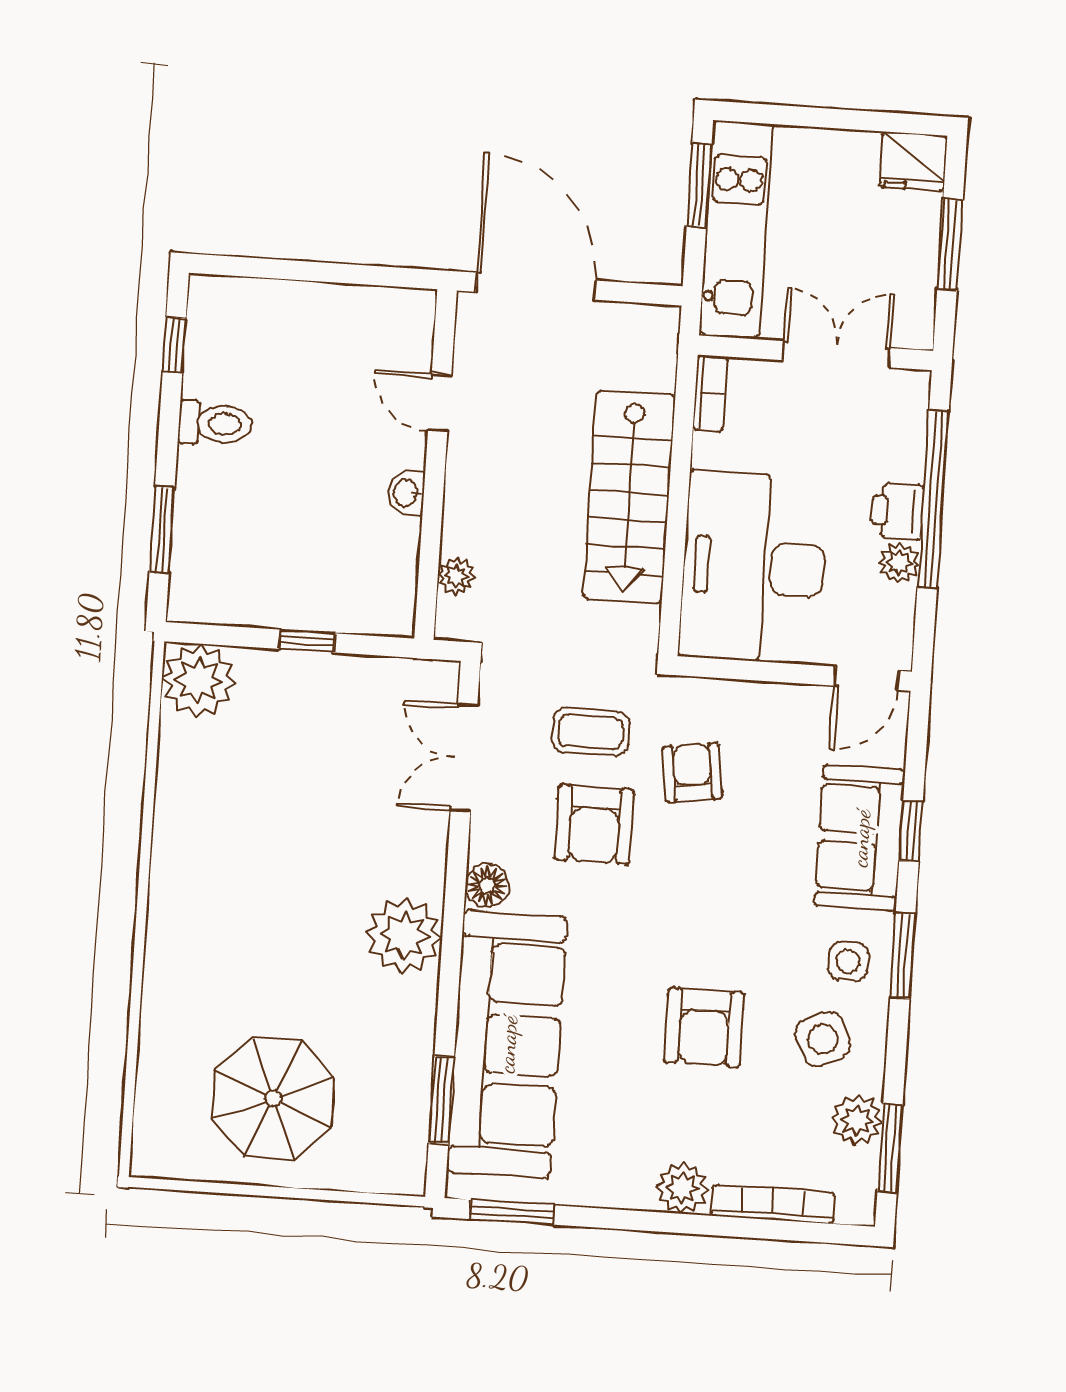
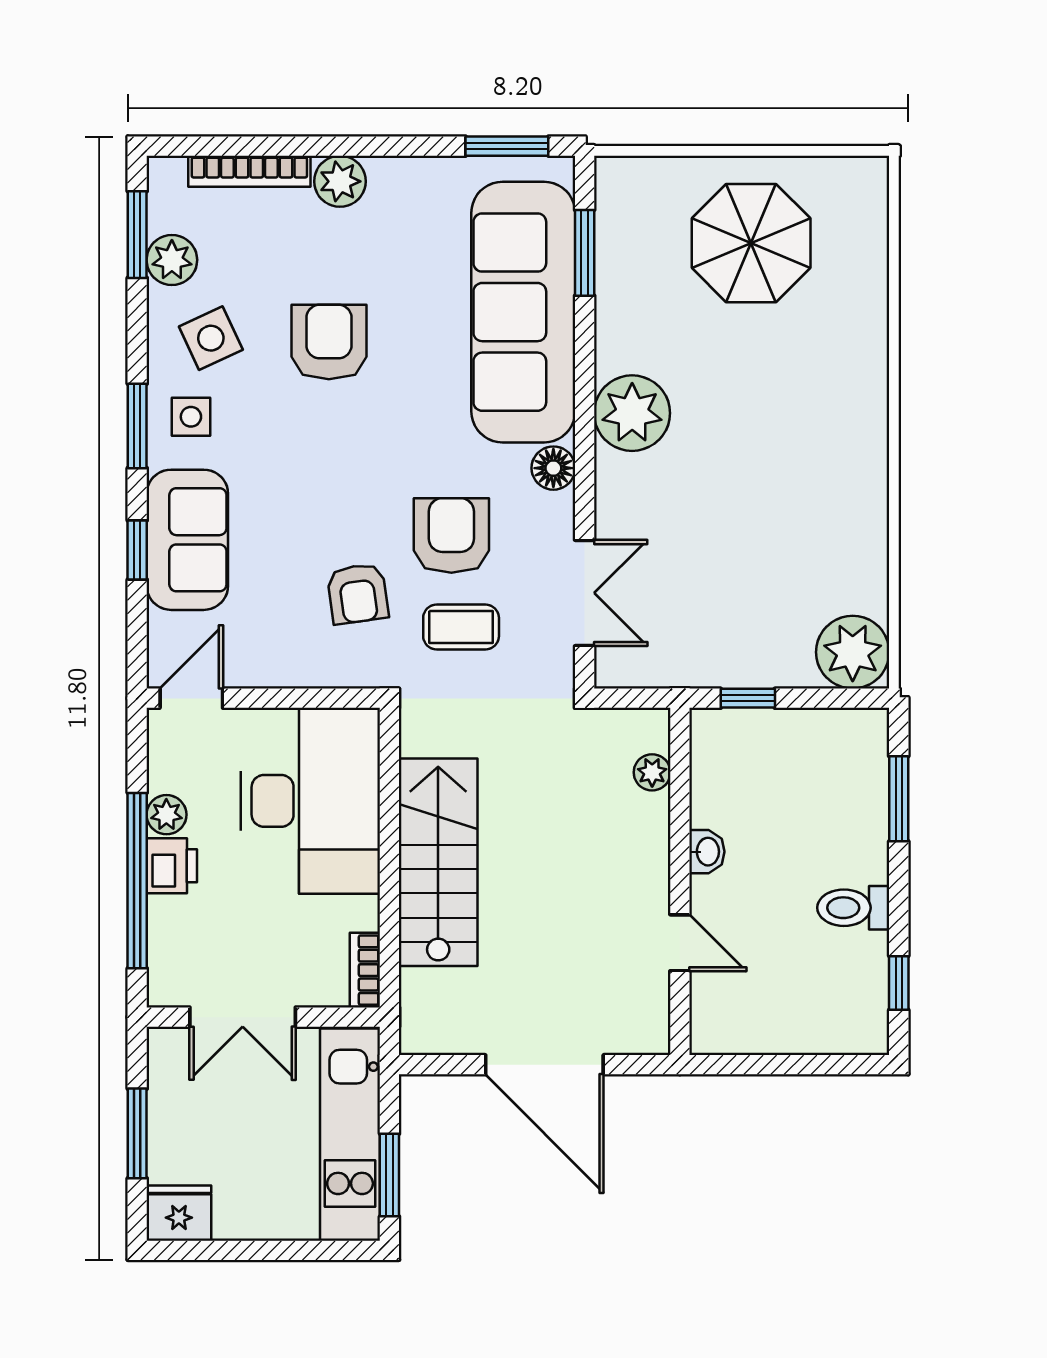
door: (440, 403) -> (680, 943), moved
wall: (435, 465) -> (680, 881), moved
washbasin: (406, 493) -> (707, 852), moved
plant: (456, 576) -> (652, 772), moved

